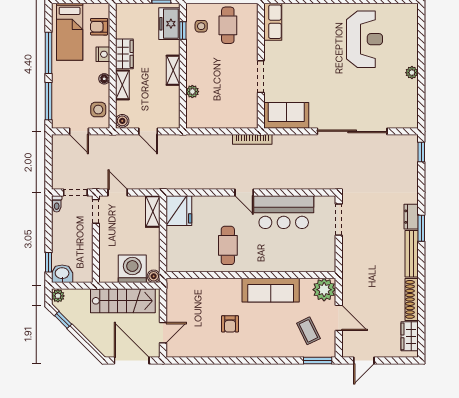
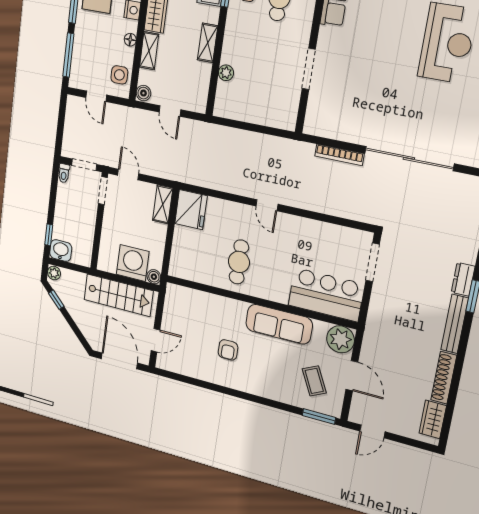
sofa: (286, 115) -> (331, 123), removed
bookcase: (252, 139) -> (339, 155), moved
bar counter: (284, 212) -> (326, 295), moved, turned 180

